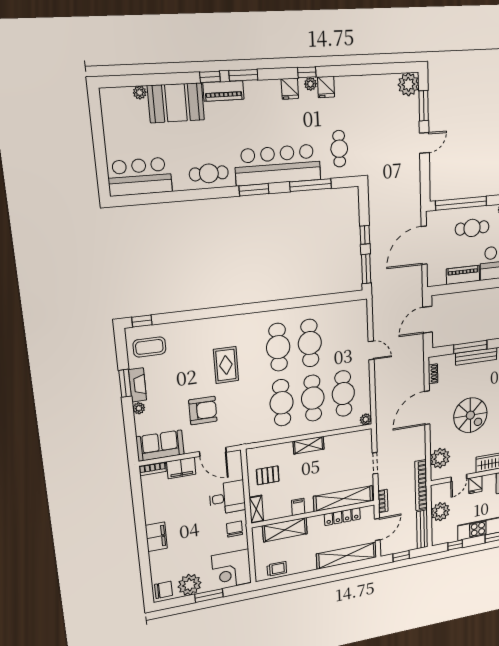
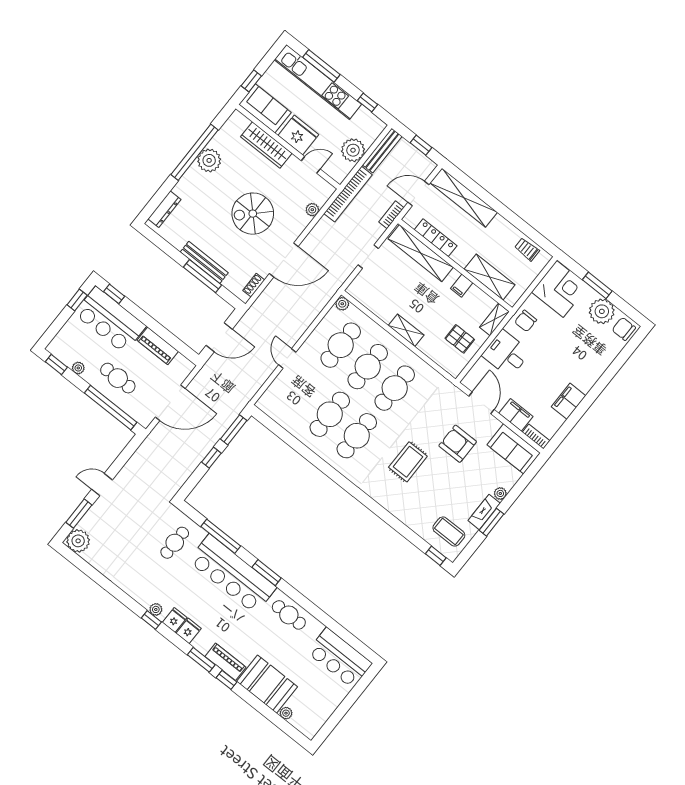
fridge: (326, 87) -> (189, 631), moved
spiral stairs: (470, 415) -> (253, 214), turned -90
plant: (440, 458) -> (312, 210), width x0.53, depth x0.53
fridge: (475, 485) -> (298, 135), width x1.88, depth x1.34
filing cabinet: (156, 537) -> (569, 401), moved

